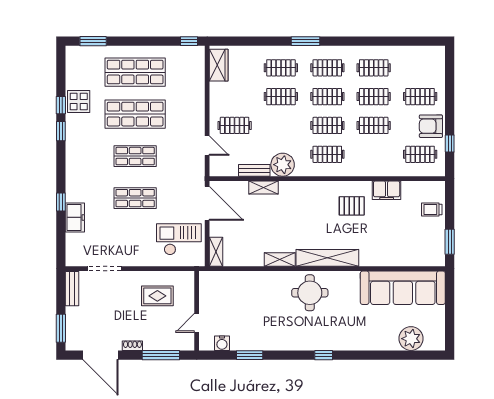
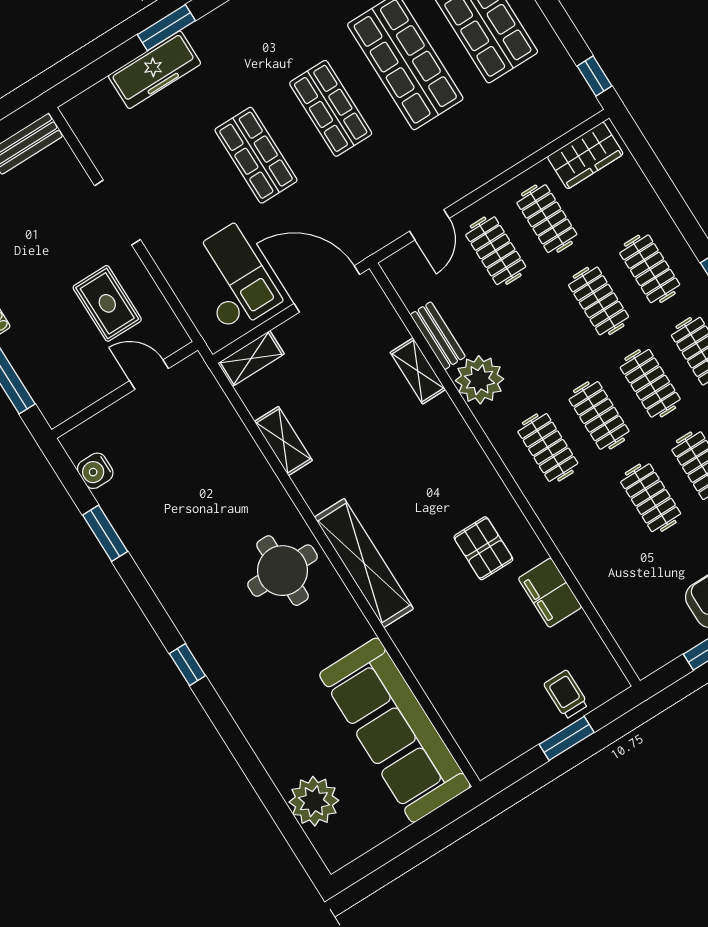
clothes rail: (420, 154) -> (547, 219), moved
window: (61, 202) -> (166, 28), width x1.50
door: (207, 203) -> (327, 289), swing flipped
freezer: (75, 217) -> (155, 70), width x1.40
window: (450, 242) -> (567, 738), moved
shelving: (280, 260) -> (283, 441), moved
doorway: (104, 269) -> (117, 213), moved
door: (197, 323) -> (149, 375), moved

